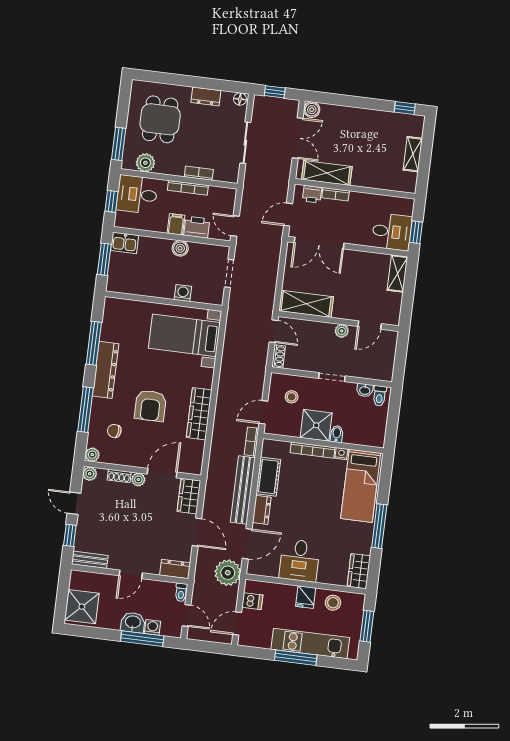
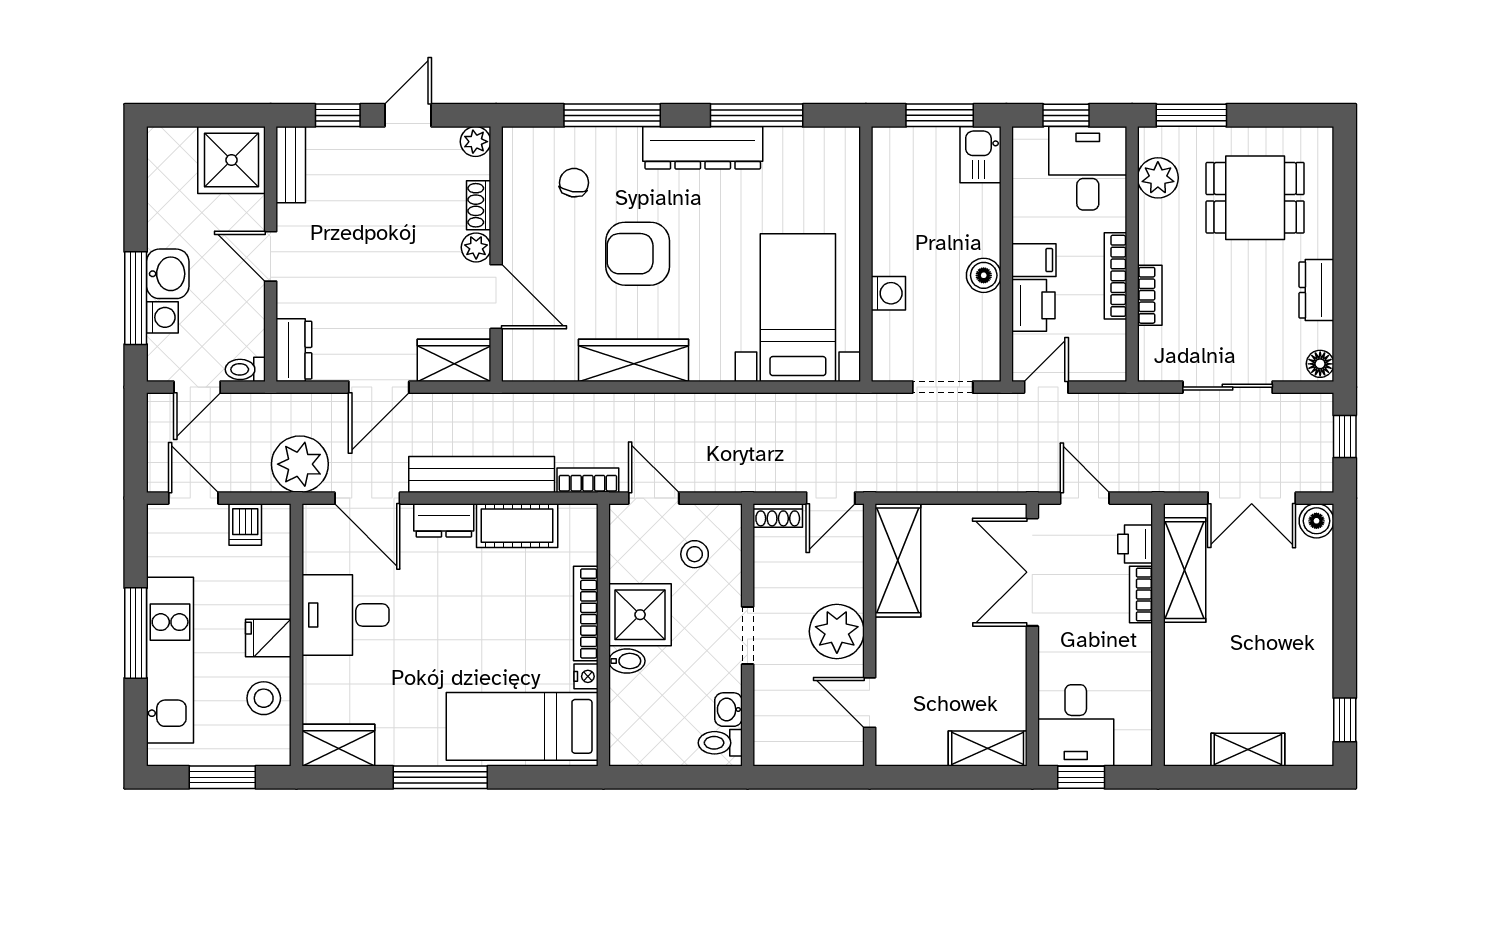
plant: (342, 331) -> (837, 631), width x1.88, depth x1.88
plant: (92, 455) -> (517, 142), removed
shower: (82, 607) -> (231, 160), moved

